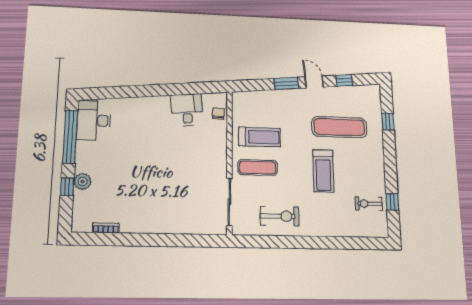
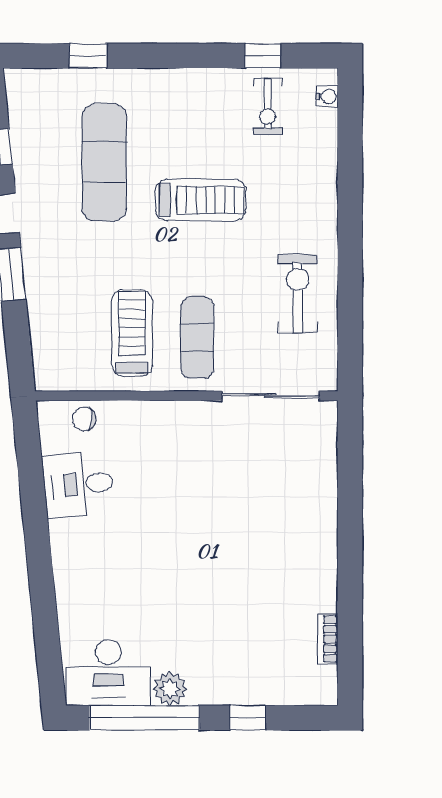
plant: (83, 181) -> (170, 689), moved
water cooler: (375, 232) -> (327, 97), added

